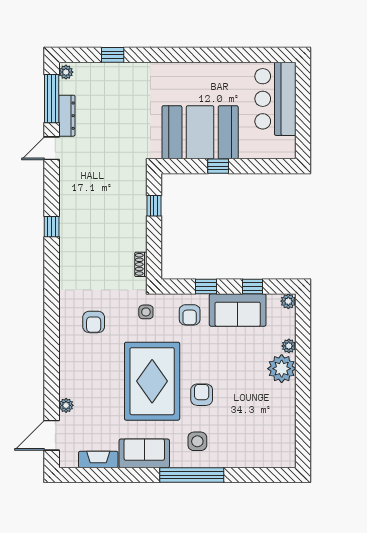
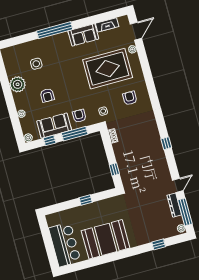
booth: (200, 132) -> (106, 239), moved
window: (206, 286) -> (75, 134), width x2.17
plant: (282, 369) -> (18, 84), moved
rug: (152, 381) -> (108, 69), moved, turned 90
armchair: (202, 395) -> (47, 95), moved
side table: (197, 441) -> (36, 64), moved

